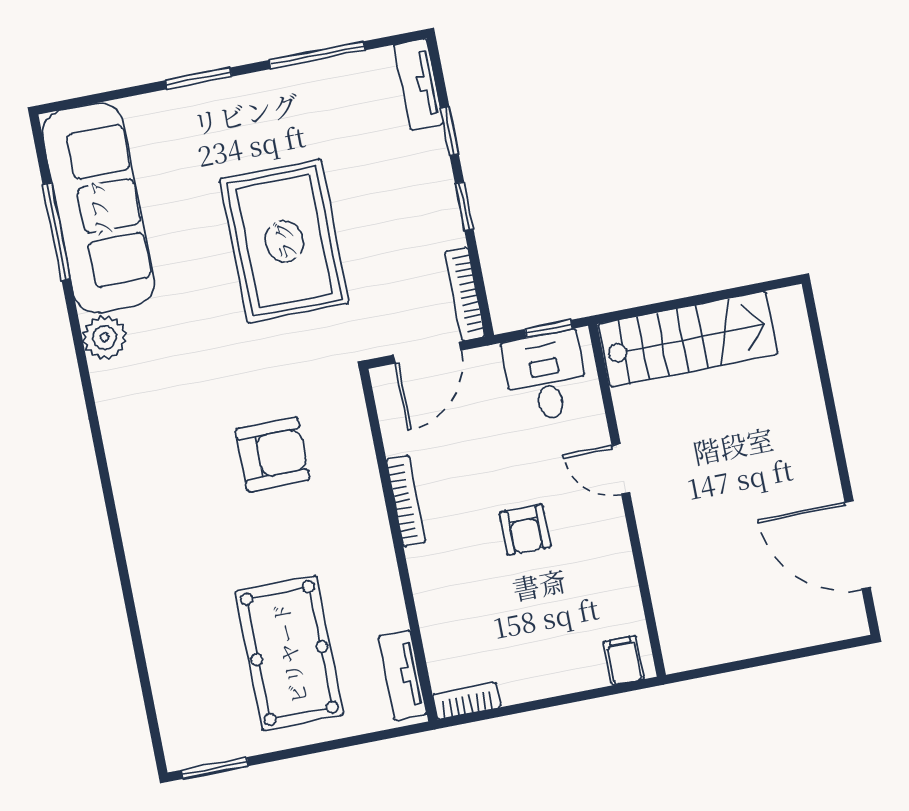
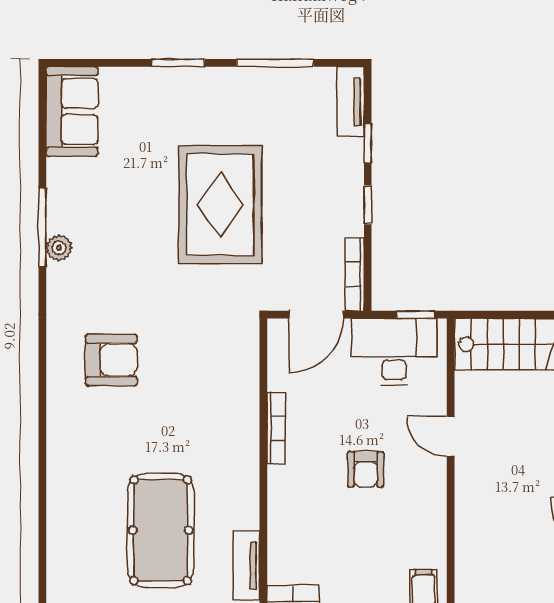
sofa: (98, 208) -> (72, 111), width x0.54, depth x0.79
window: (57, 232) -> (42, 227), moved
plant: (105, 337) -> (59, 248), width x0.73, depth x0.73
desk: (546, 376) -> (394, 352), width x1.37
armchair: (273, 454) -> (111, 360), moved

